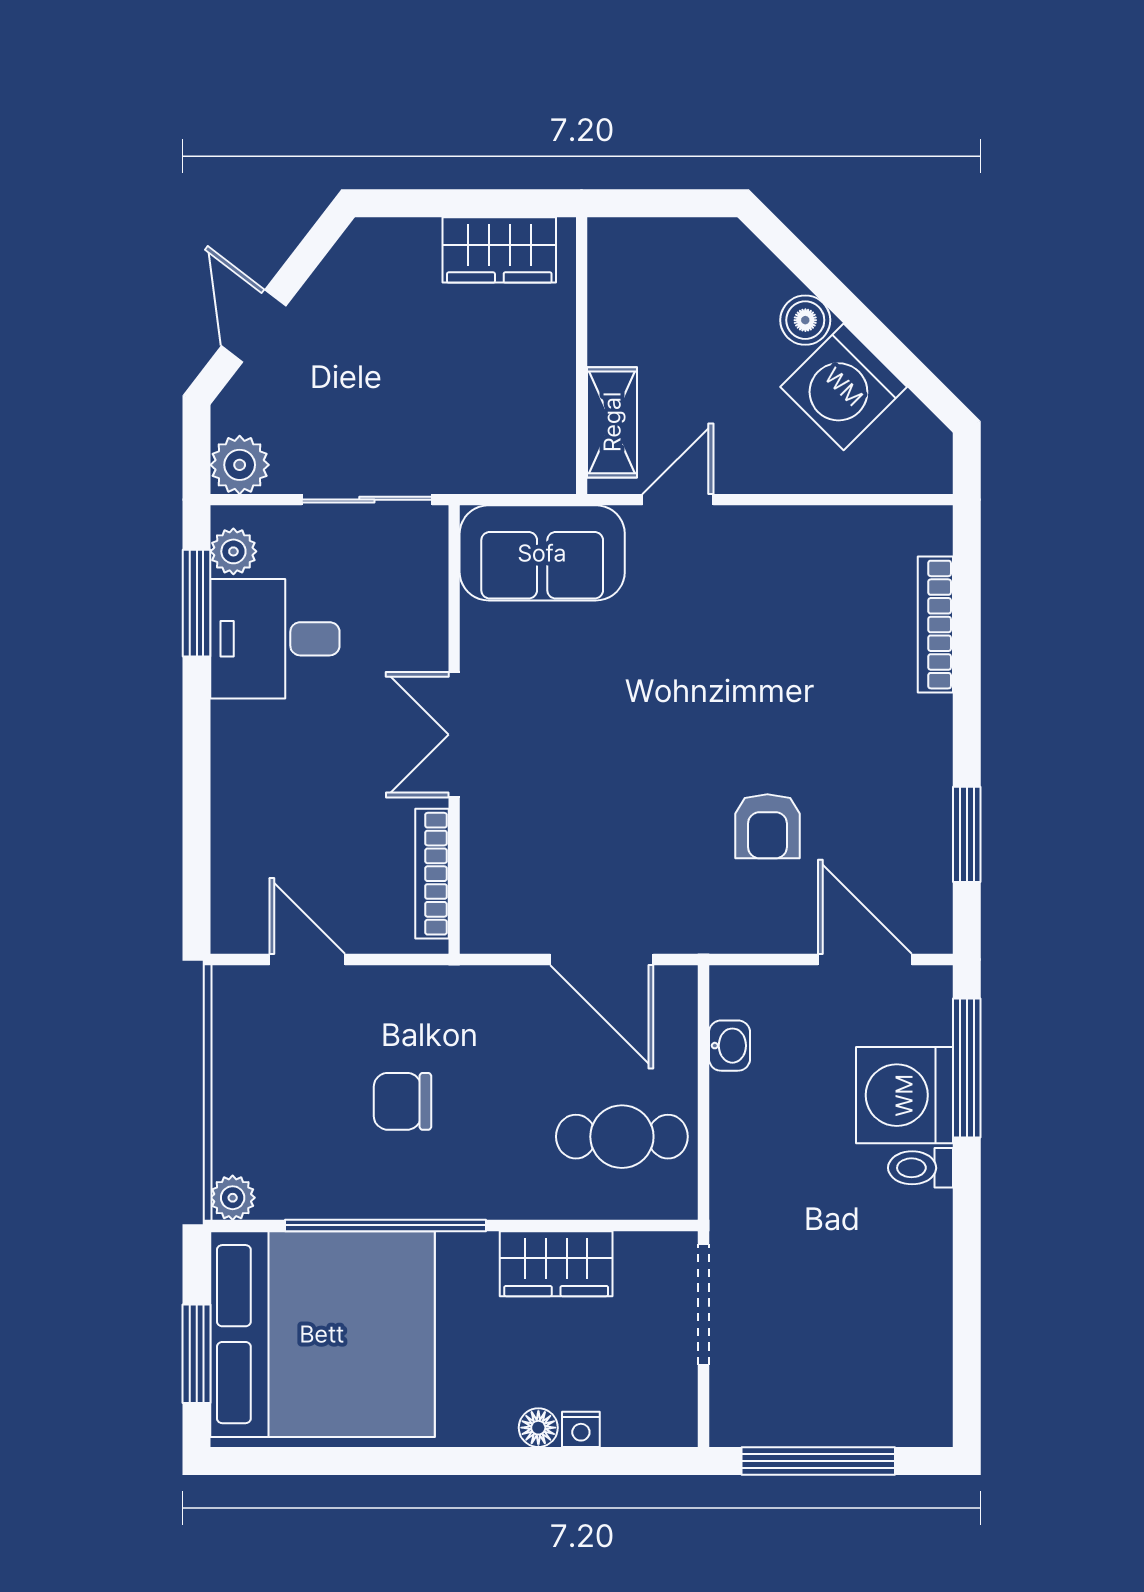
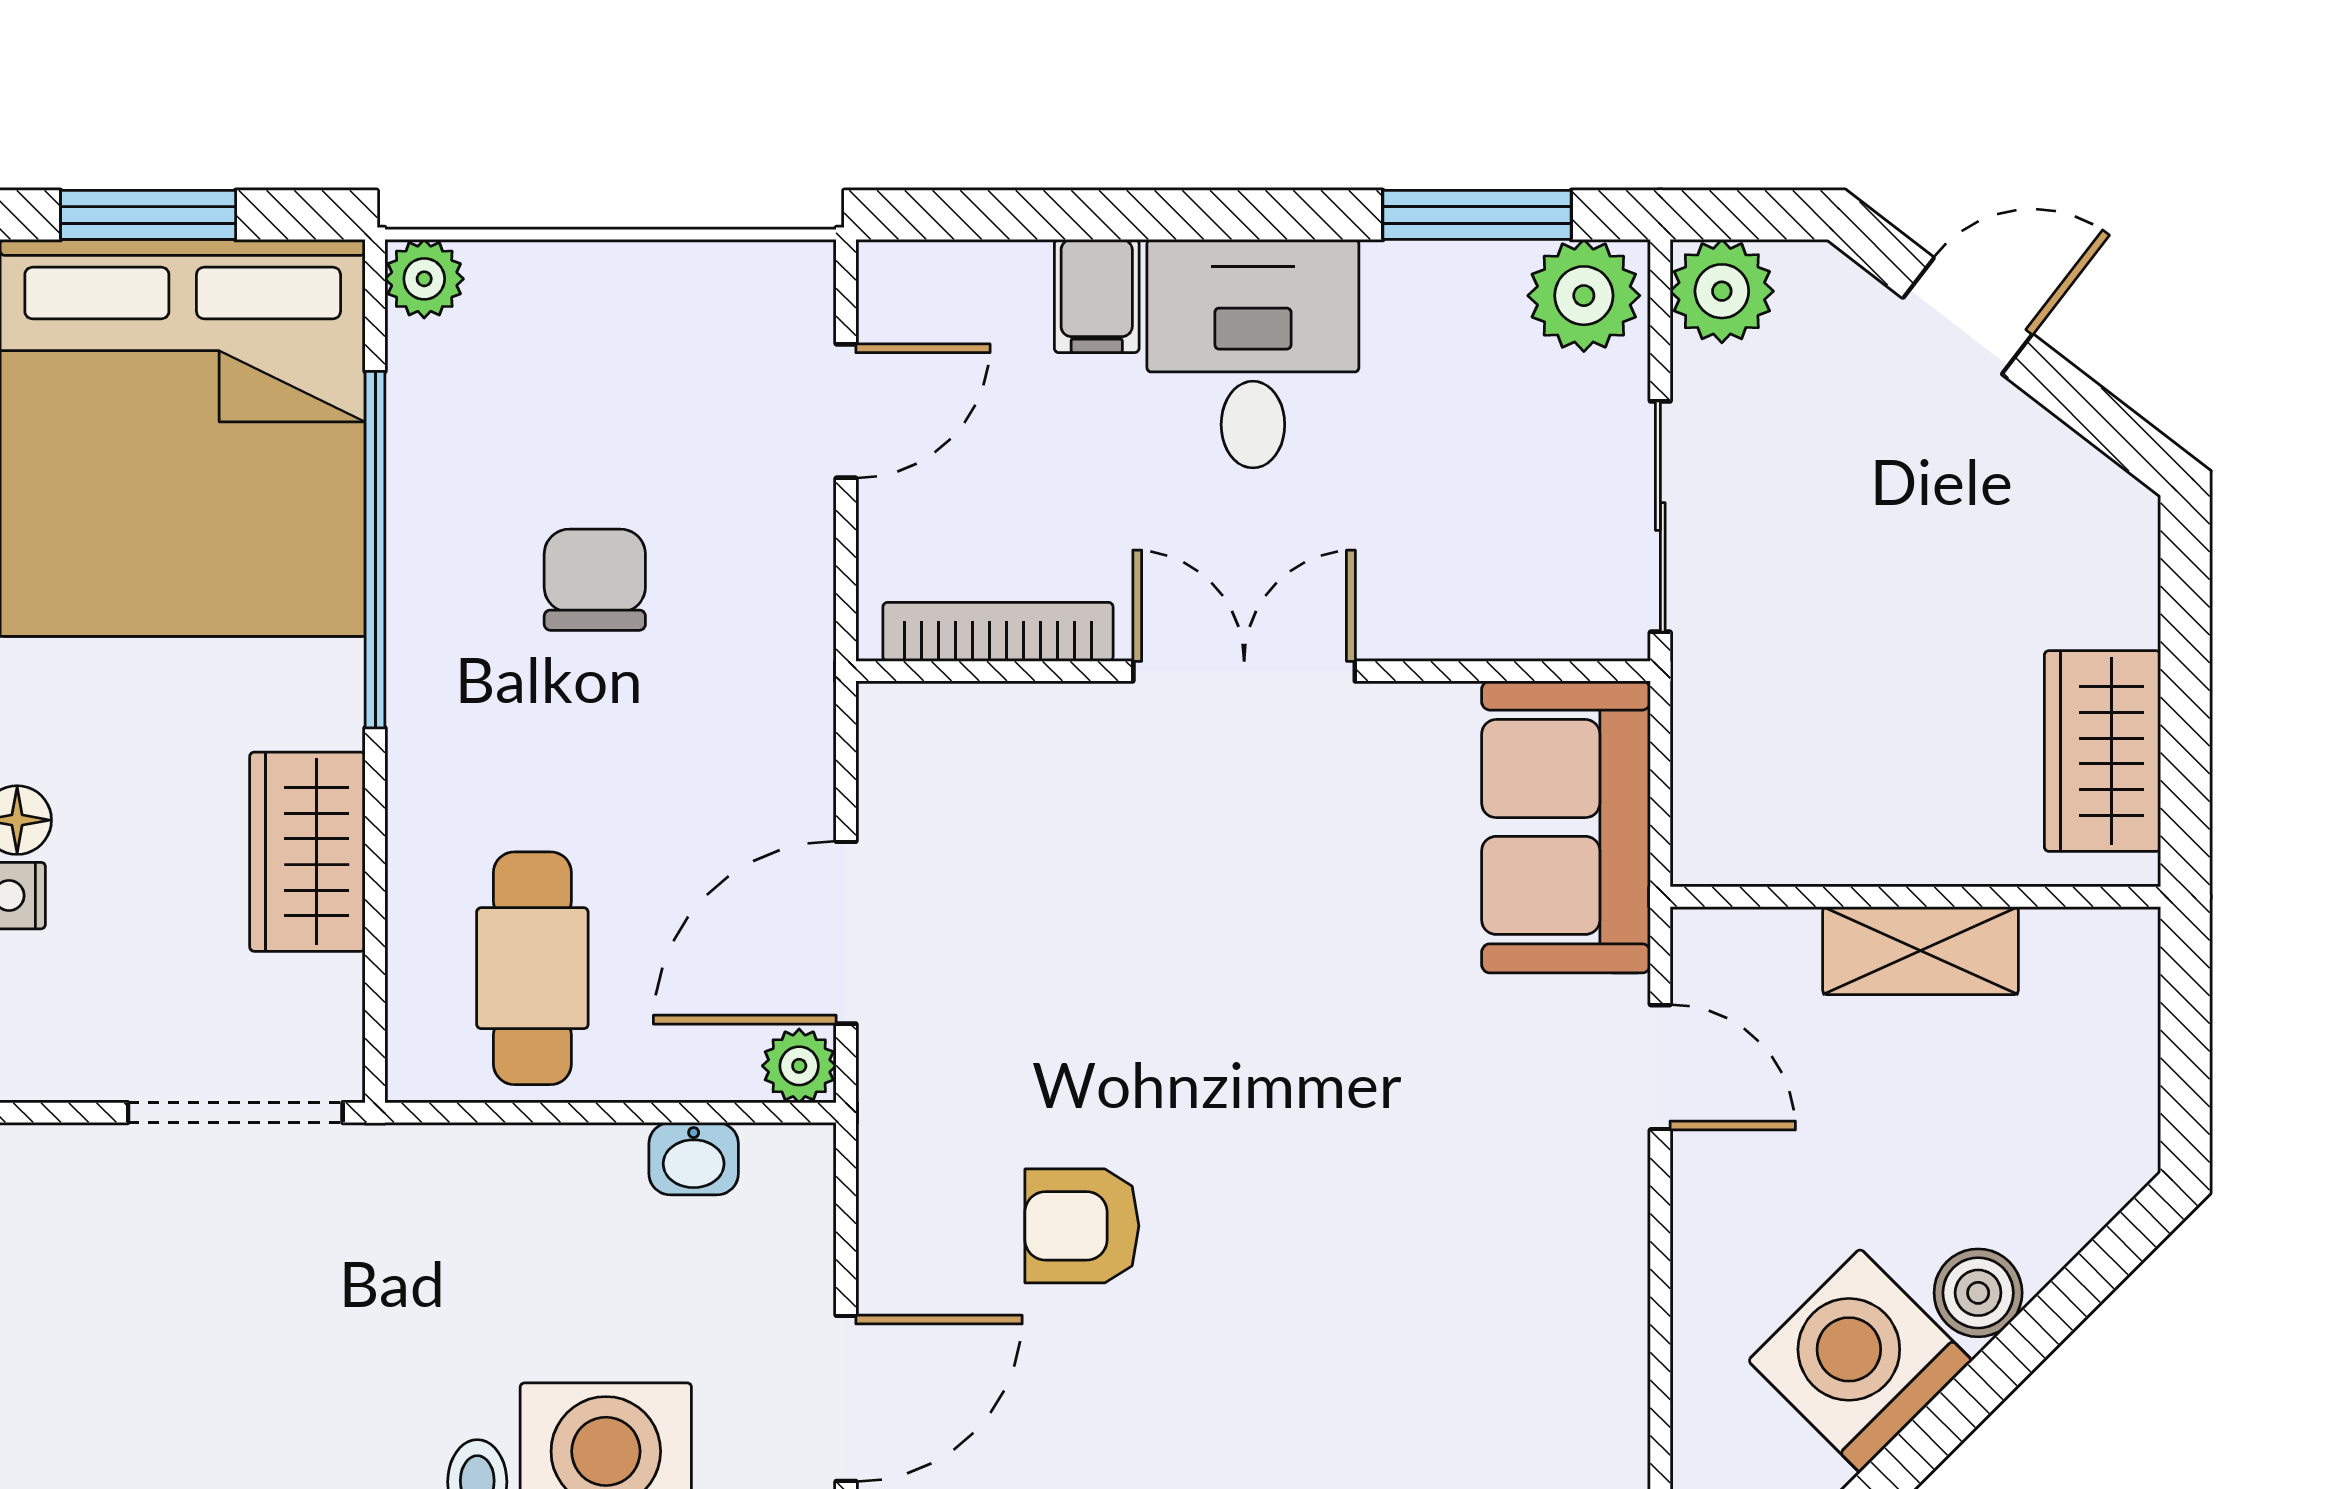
shelving: (612, 422) -> (1921, 951), moved
plant: (233, 551) -> (1584, 296), width x1.38, depth x1.38
desk: (275, 639) -> (1253, 354), moved
filing cabinet: (242, 818) -> (1097, 296), added
plant: (677, 986) -> (799, 1066), added

